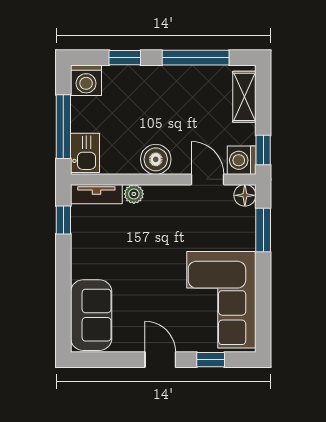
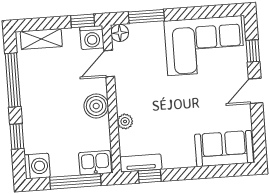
tv unit: (96, 194) -> (141, 163), moved, turned -90

